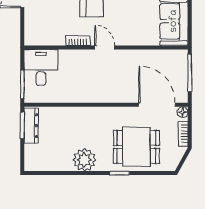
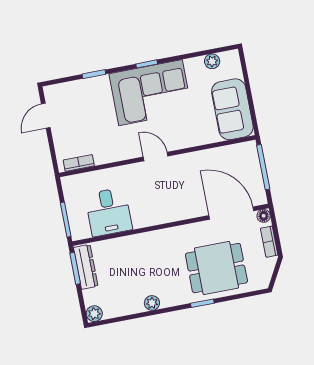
bookcase: (78, 41) -> (79, 163), moved
desk: (41, 67) -> (109, 212), moved, turned 180
plant: (84, 160) -> (152, 303), width x0.53, depth x0.53
plant: (31, 165) -> (94, 314), added

